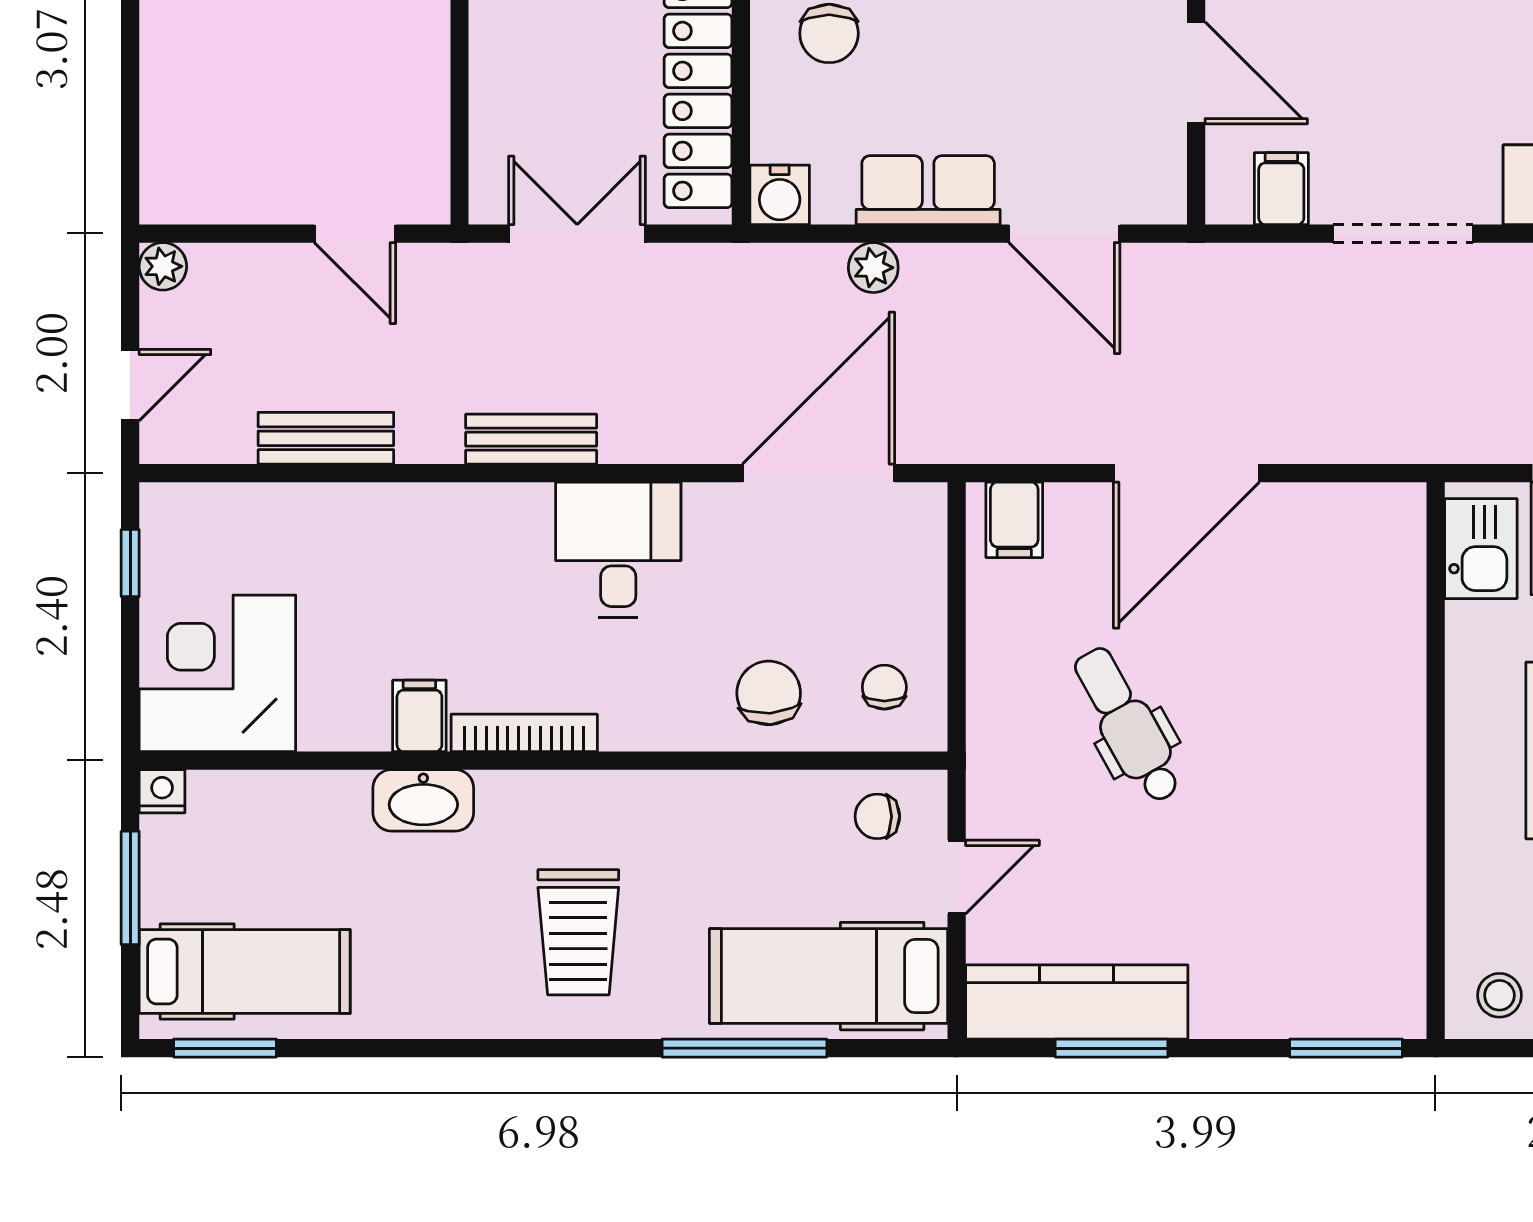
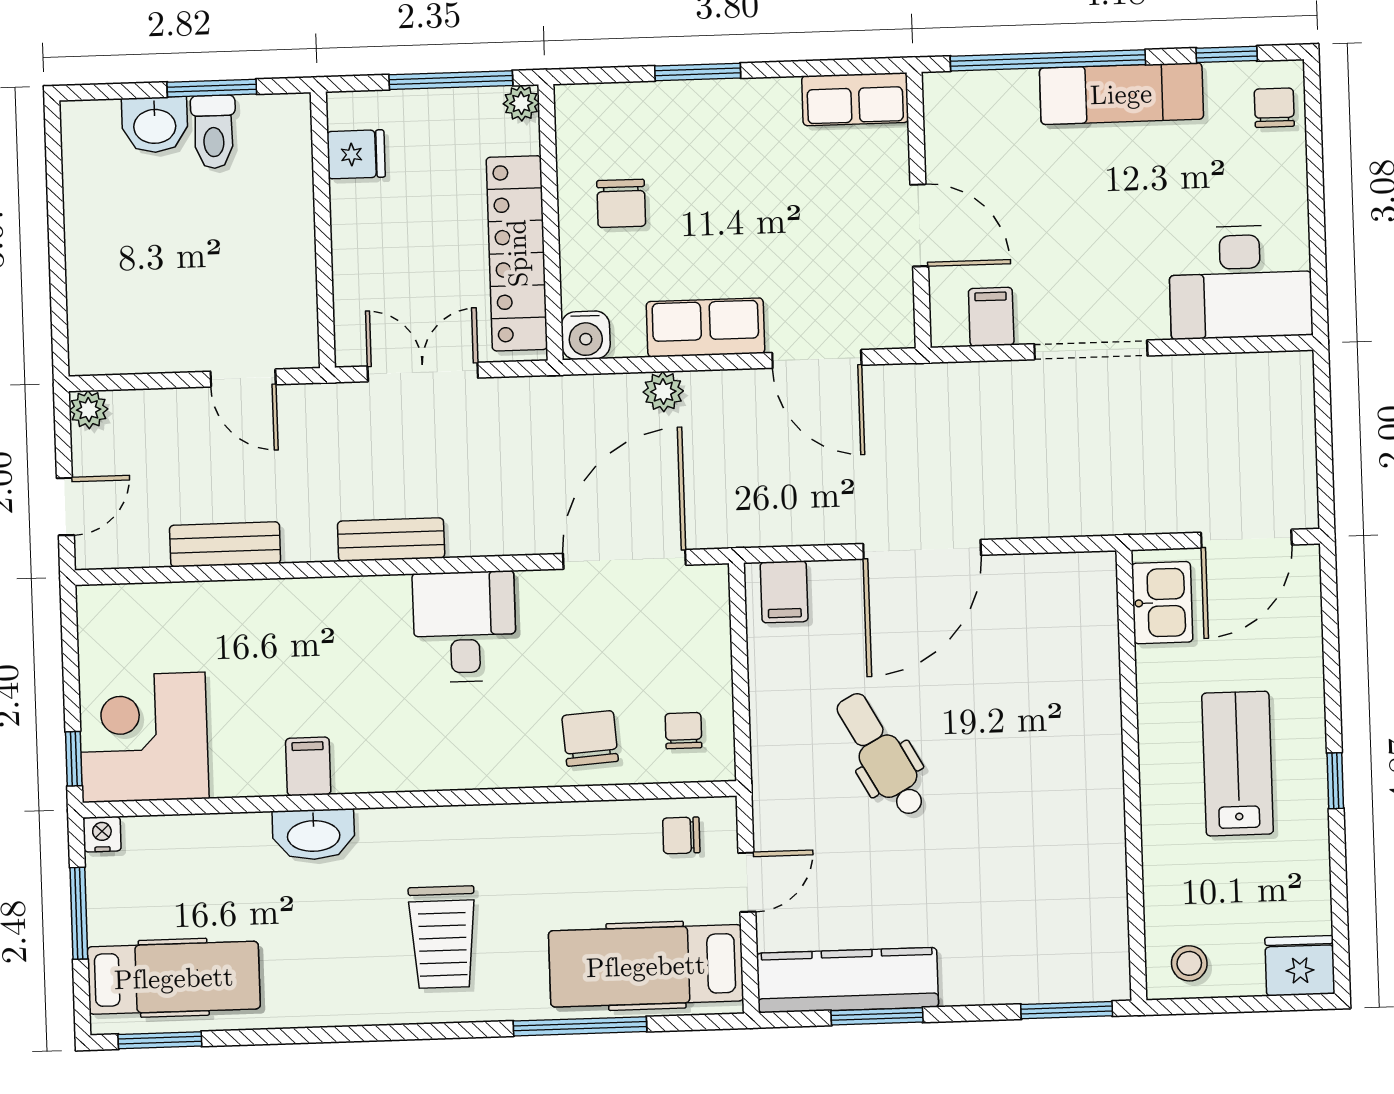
window: (130, 563) -> (74, 759), moved
bookcase: (524, 733) -> (393, 777), removed

